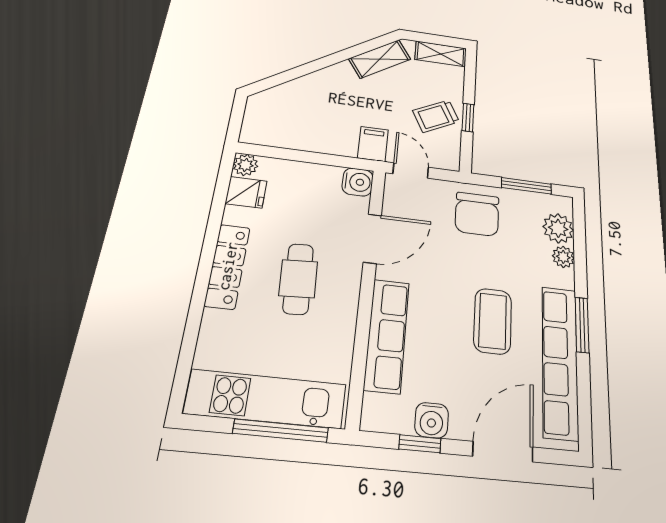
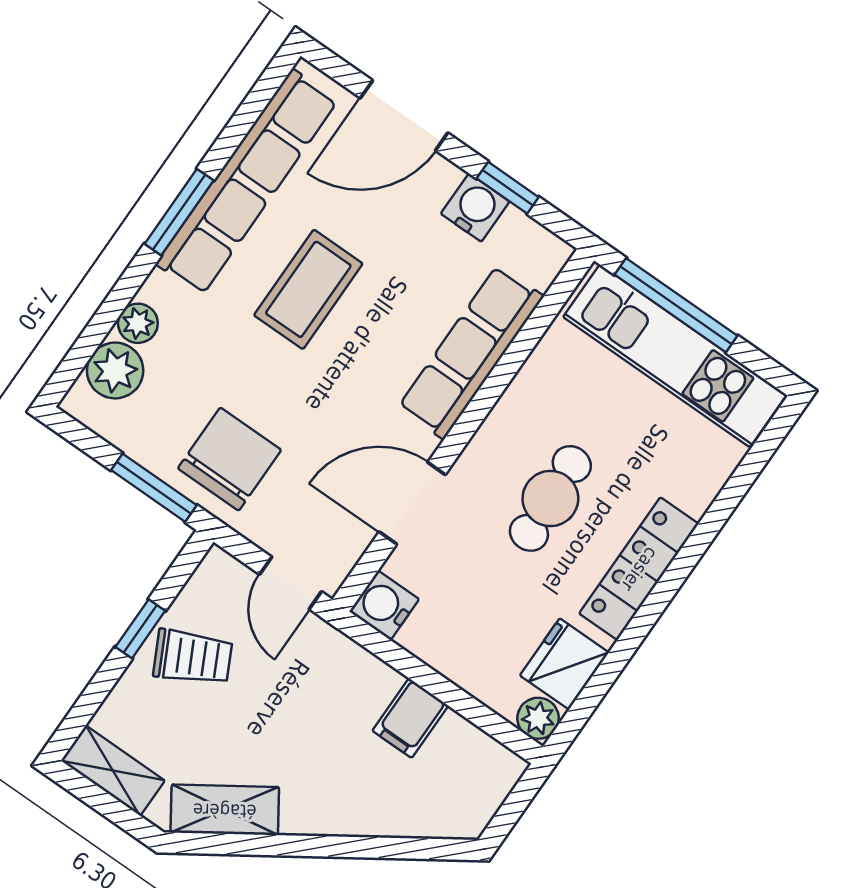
filing cabinet: (373, 144) -> (410, 718), moved
window: (526, 186) -> (154, 488), moved
fridge: (246, 192) -> (564, 664), width x1.38

